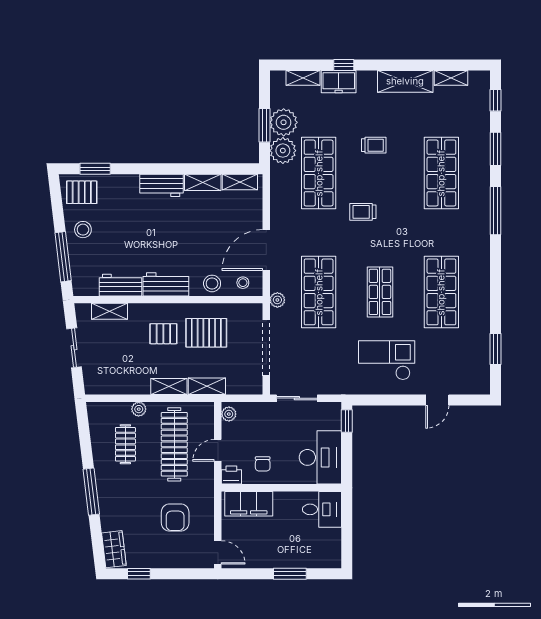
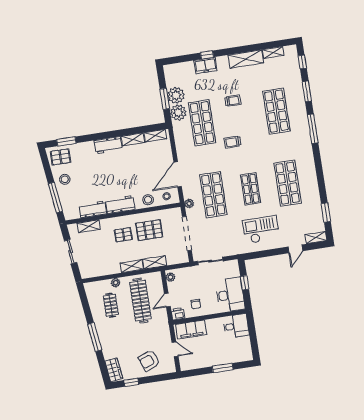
shelving: (303, 78) -> (316, 238), moved
window: (347, 421) -> (245, 283), moved
armchair: (175, 518) -> (149, 361), moved, turned 70
door: (218, 552) -> (175, 349), moved

